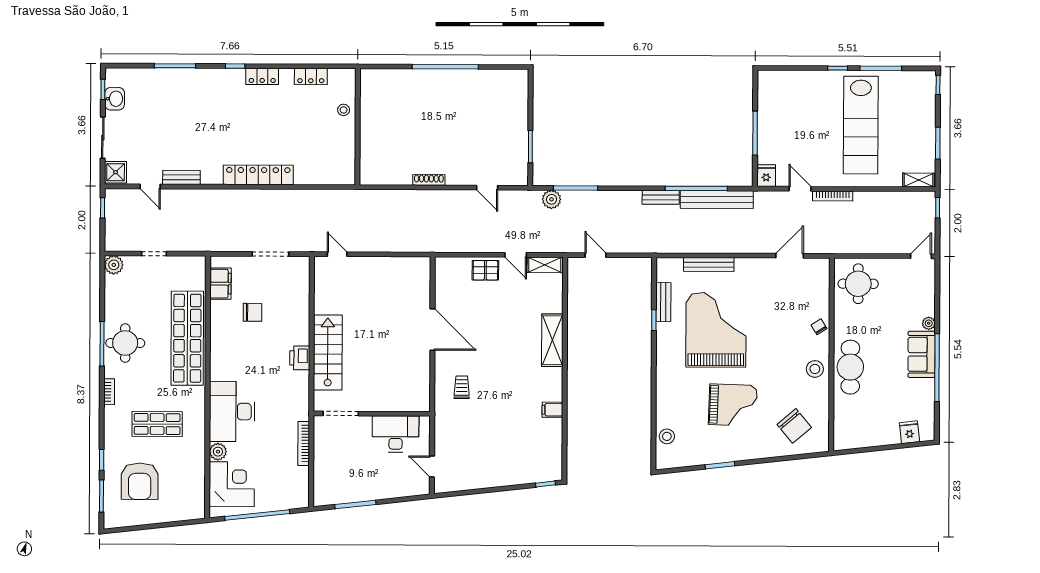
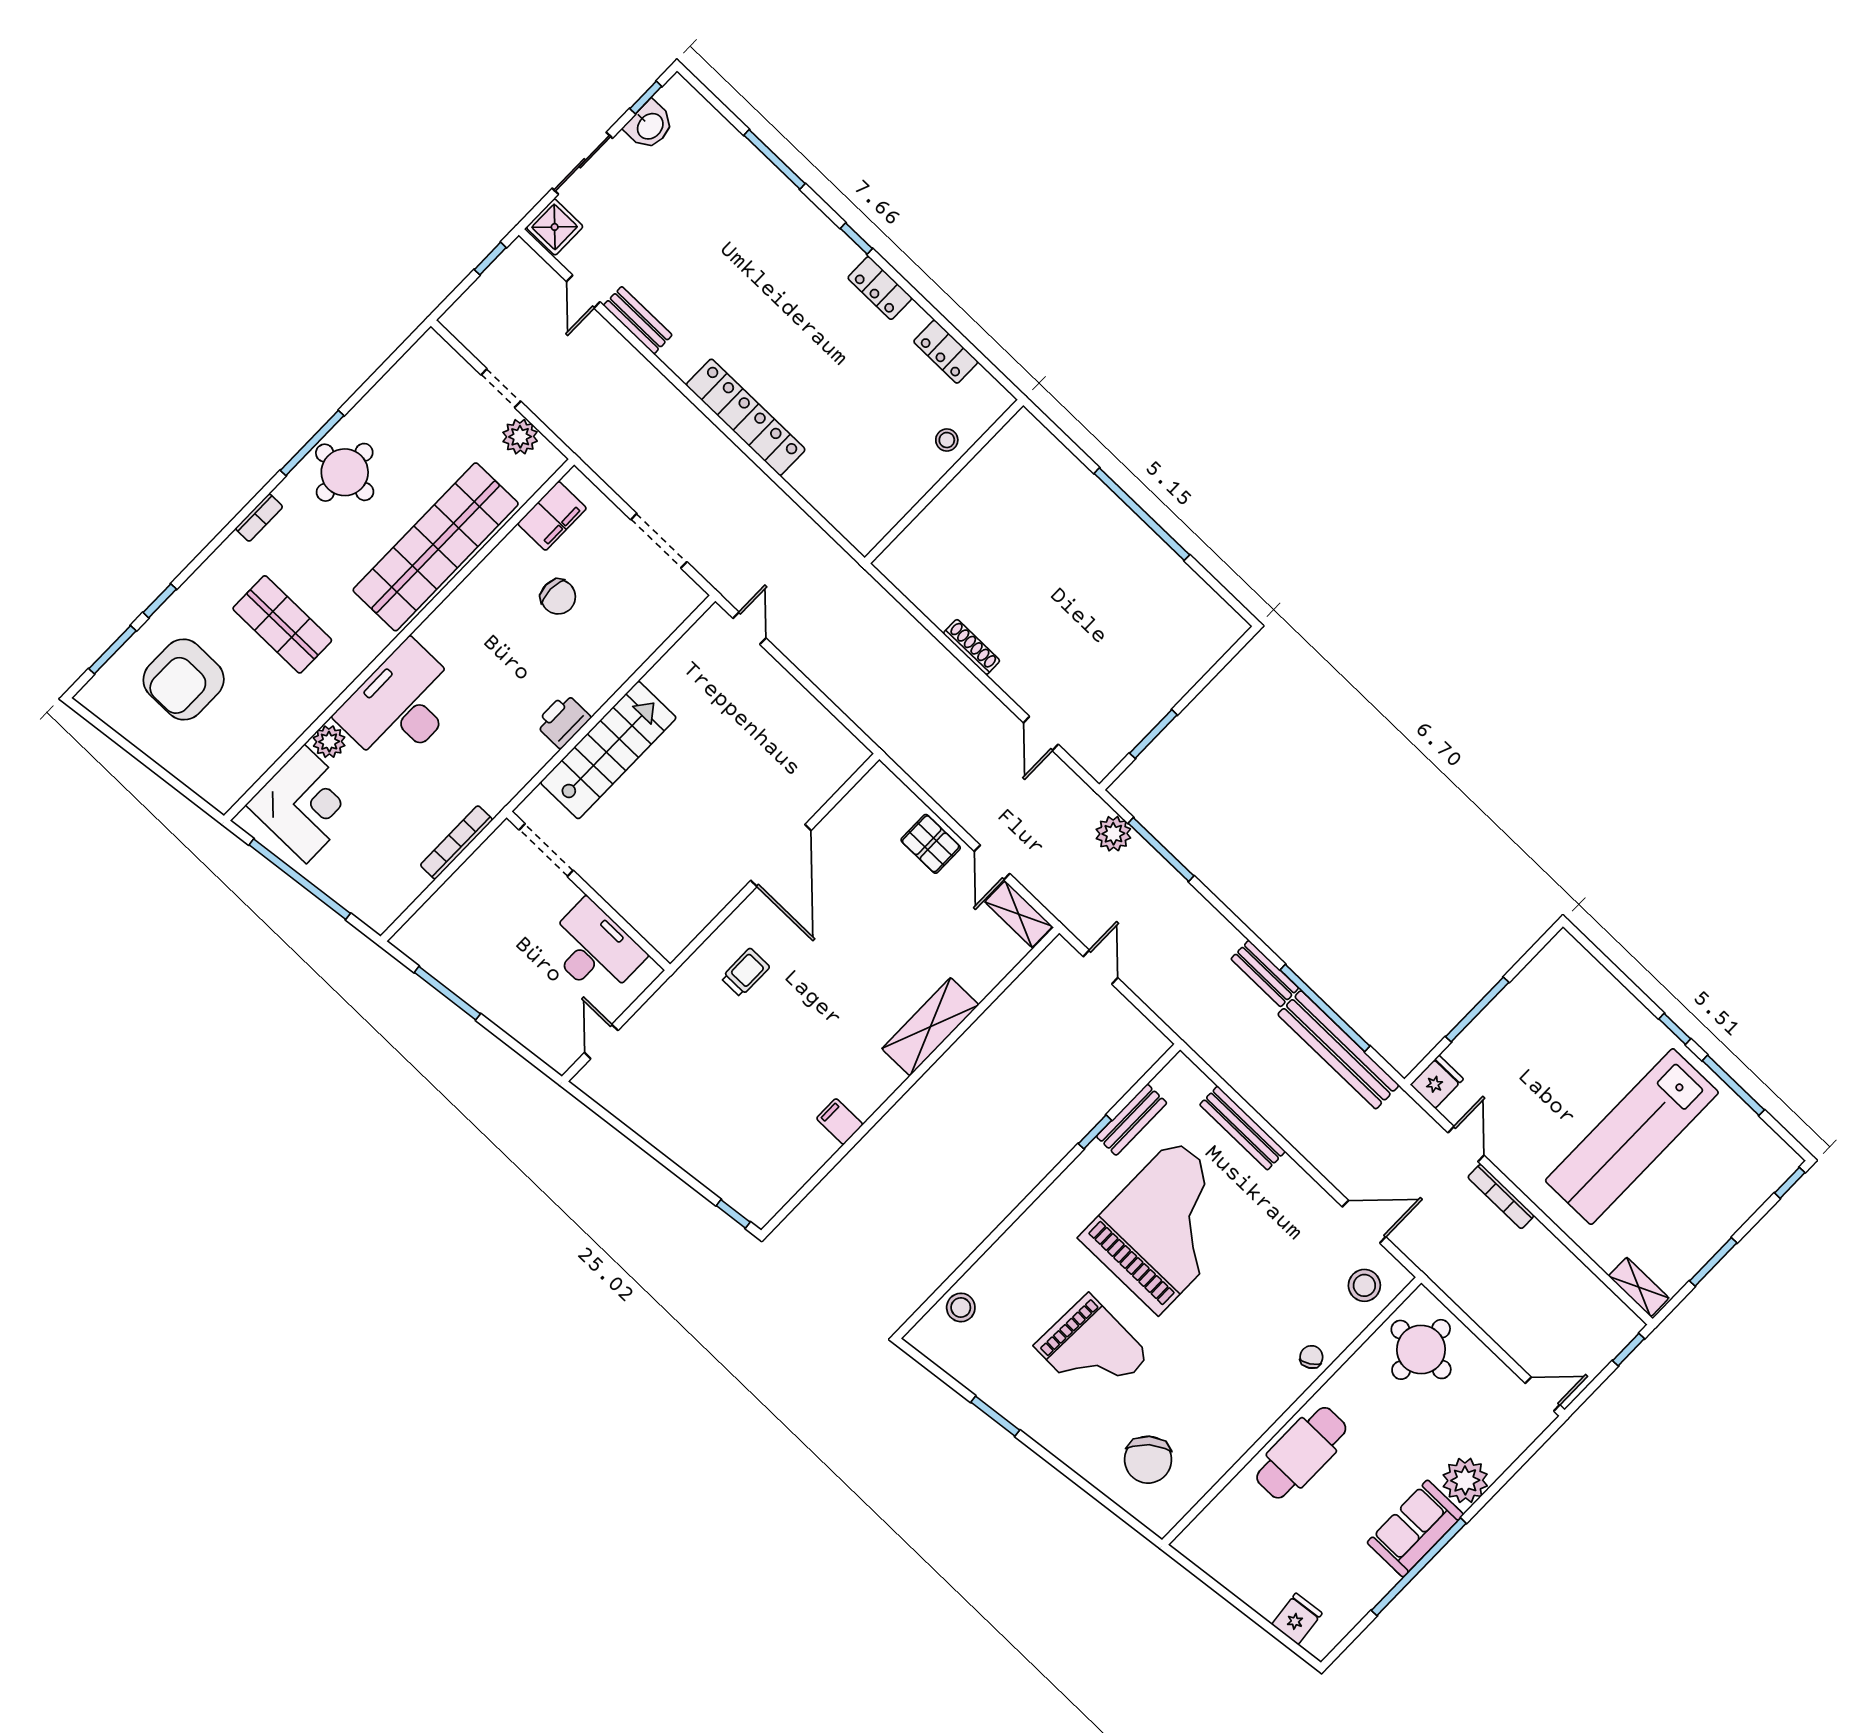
plant: (114, 265) -> (520, 437), moved
plant: (929, 323) -> (1465, 1480), width x1.87, depth x1.87
stool: (815, 369) -> (1364, 1285), moved

